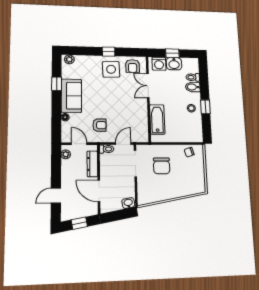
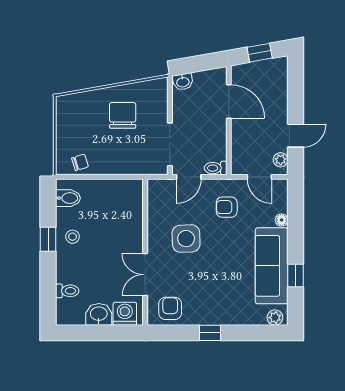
window: (172, 53) -> (101, 333), removed
side table: (111, 69) -> (186, 239), moved
double door: (148, 86) -> (145, 275), swing flipped
bidet: (193, 87) -> (68, 198), moved
sofa: (71, 96) -> (272, 266), width x1.36
bathtub: (157, 119) -> (131, 217), removed
dresser: (92, 164) -> (239, 144), removed
chair: (162, 166) -> (123, 115), moved
door: (56, 196) -> (295, 136), moved

